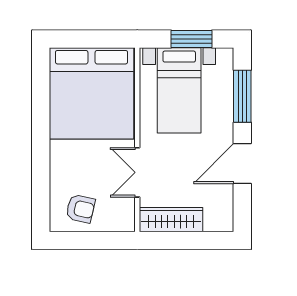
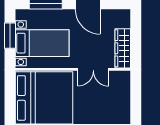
armchair: (80, 209) -> (116, 105), removed

